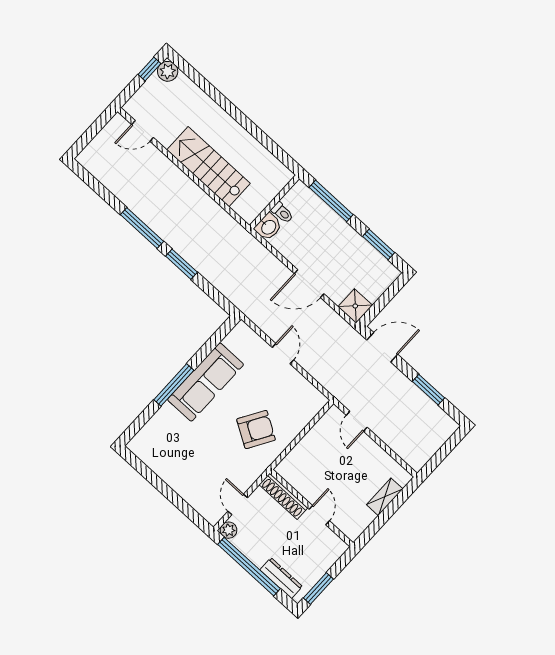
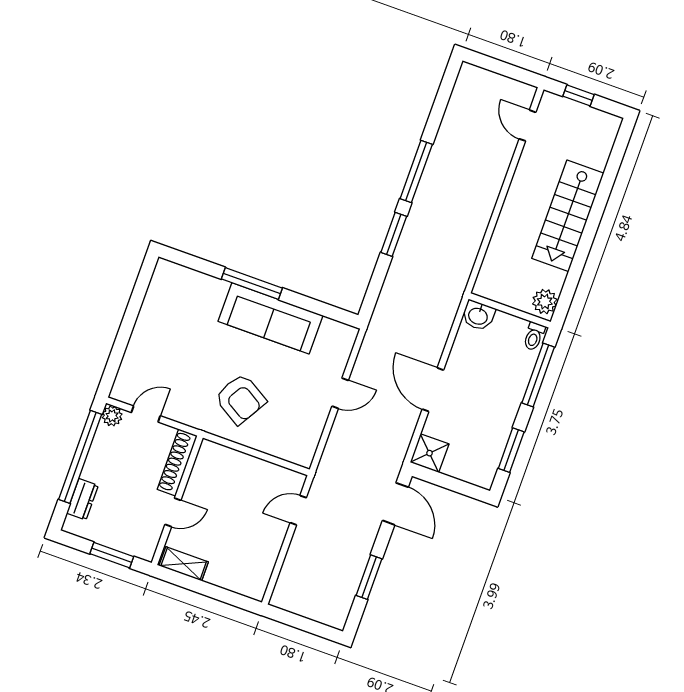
window: (150, 69) -> (578, 95), moved
plant: (168, 71) -> (545, 302), moved
stairs: (208, 167) -> (568, 216), moved, turned 180
toilet: (282, 213) -> (534, 336), moved
shelving: (385, 497) -> (184, 564), moved
dresser: (281, 578) -> (82, 499), width x0.70
window: (318, 589) -> (112, 555), moved

